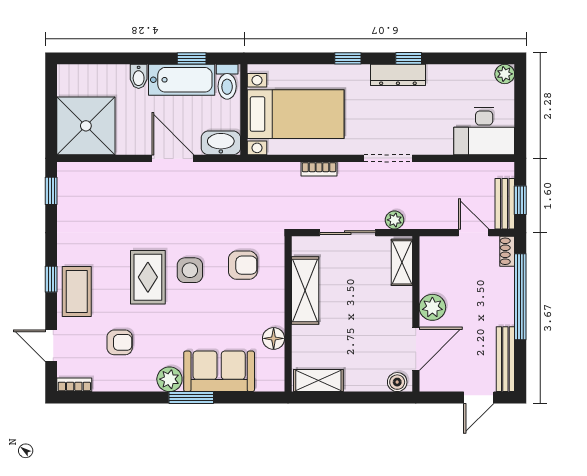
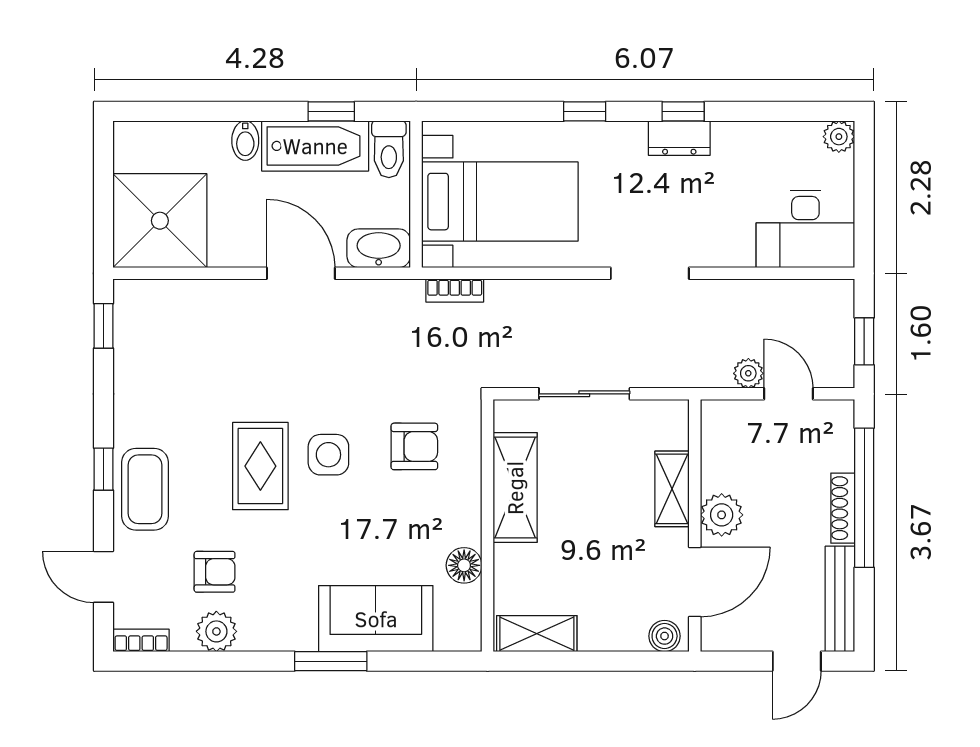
dresser: (398, 75) -> (679, 138), width x0.70
bookcase: (319, 169) -> (455, 290), moved
bench: (505, 204) -> (839, 347), removed
plant: (394, 220) -> (748, 373), moved
shoe rack: (507, 251) -> (843, 508), moved, width x1.43
shelving: (402, 262) -> (672, 489), moved
plant: (169, 379) -> (216, 631), moved

